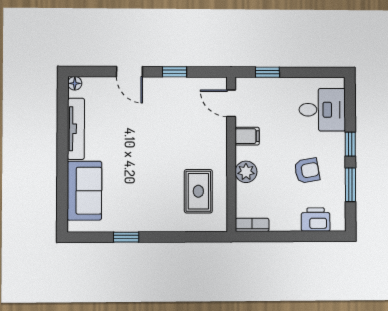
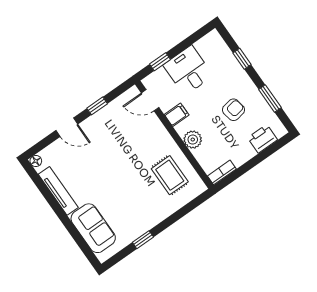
desk: (322, 110) -> (188, 70), moved, turned -90
window: (350, 144) -> (242, 59), moved

